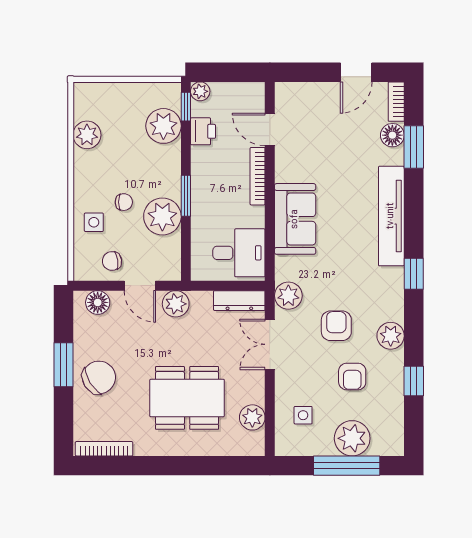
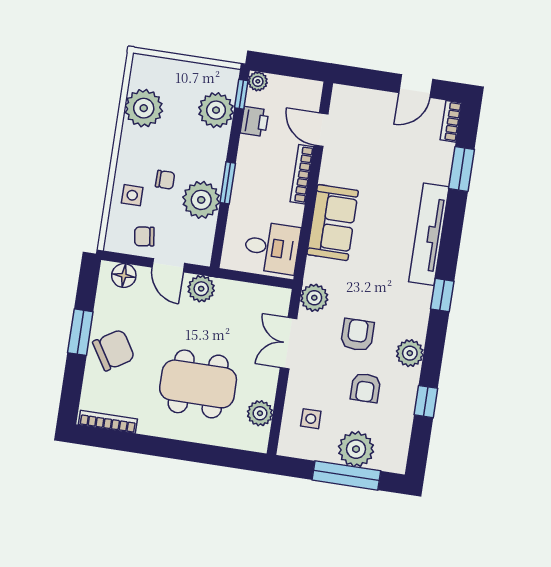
plant: (87, 135) -> (144, 108), width x1.36, depth x1.36
floor lamp: (392, 135) -> (442, 154), removed
dresser: (239, 301) -> (265, 295), removed

